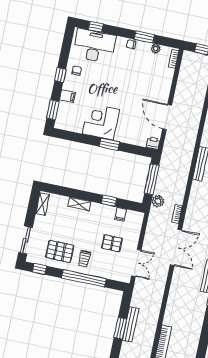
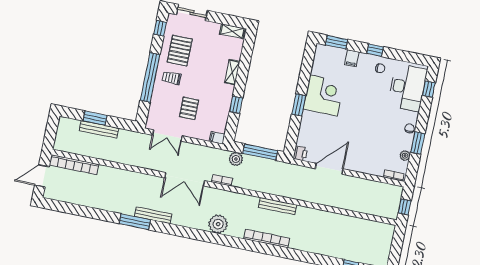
filing cabinet: (121, 214) -> (217, 138), moved

